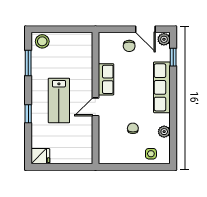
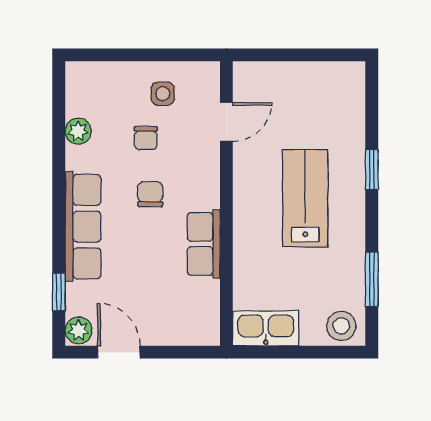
kitchen sink: (77, 40) -> (266, 328), added
chair: (129, 46) -> (150, 194), moved
door: (95, 107) -> (226, 122), moved
side table: (151, 154) -> (163, 94), moved
fridge: (40, 156) -> (345, 78), removed

